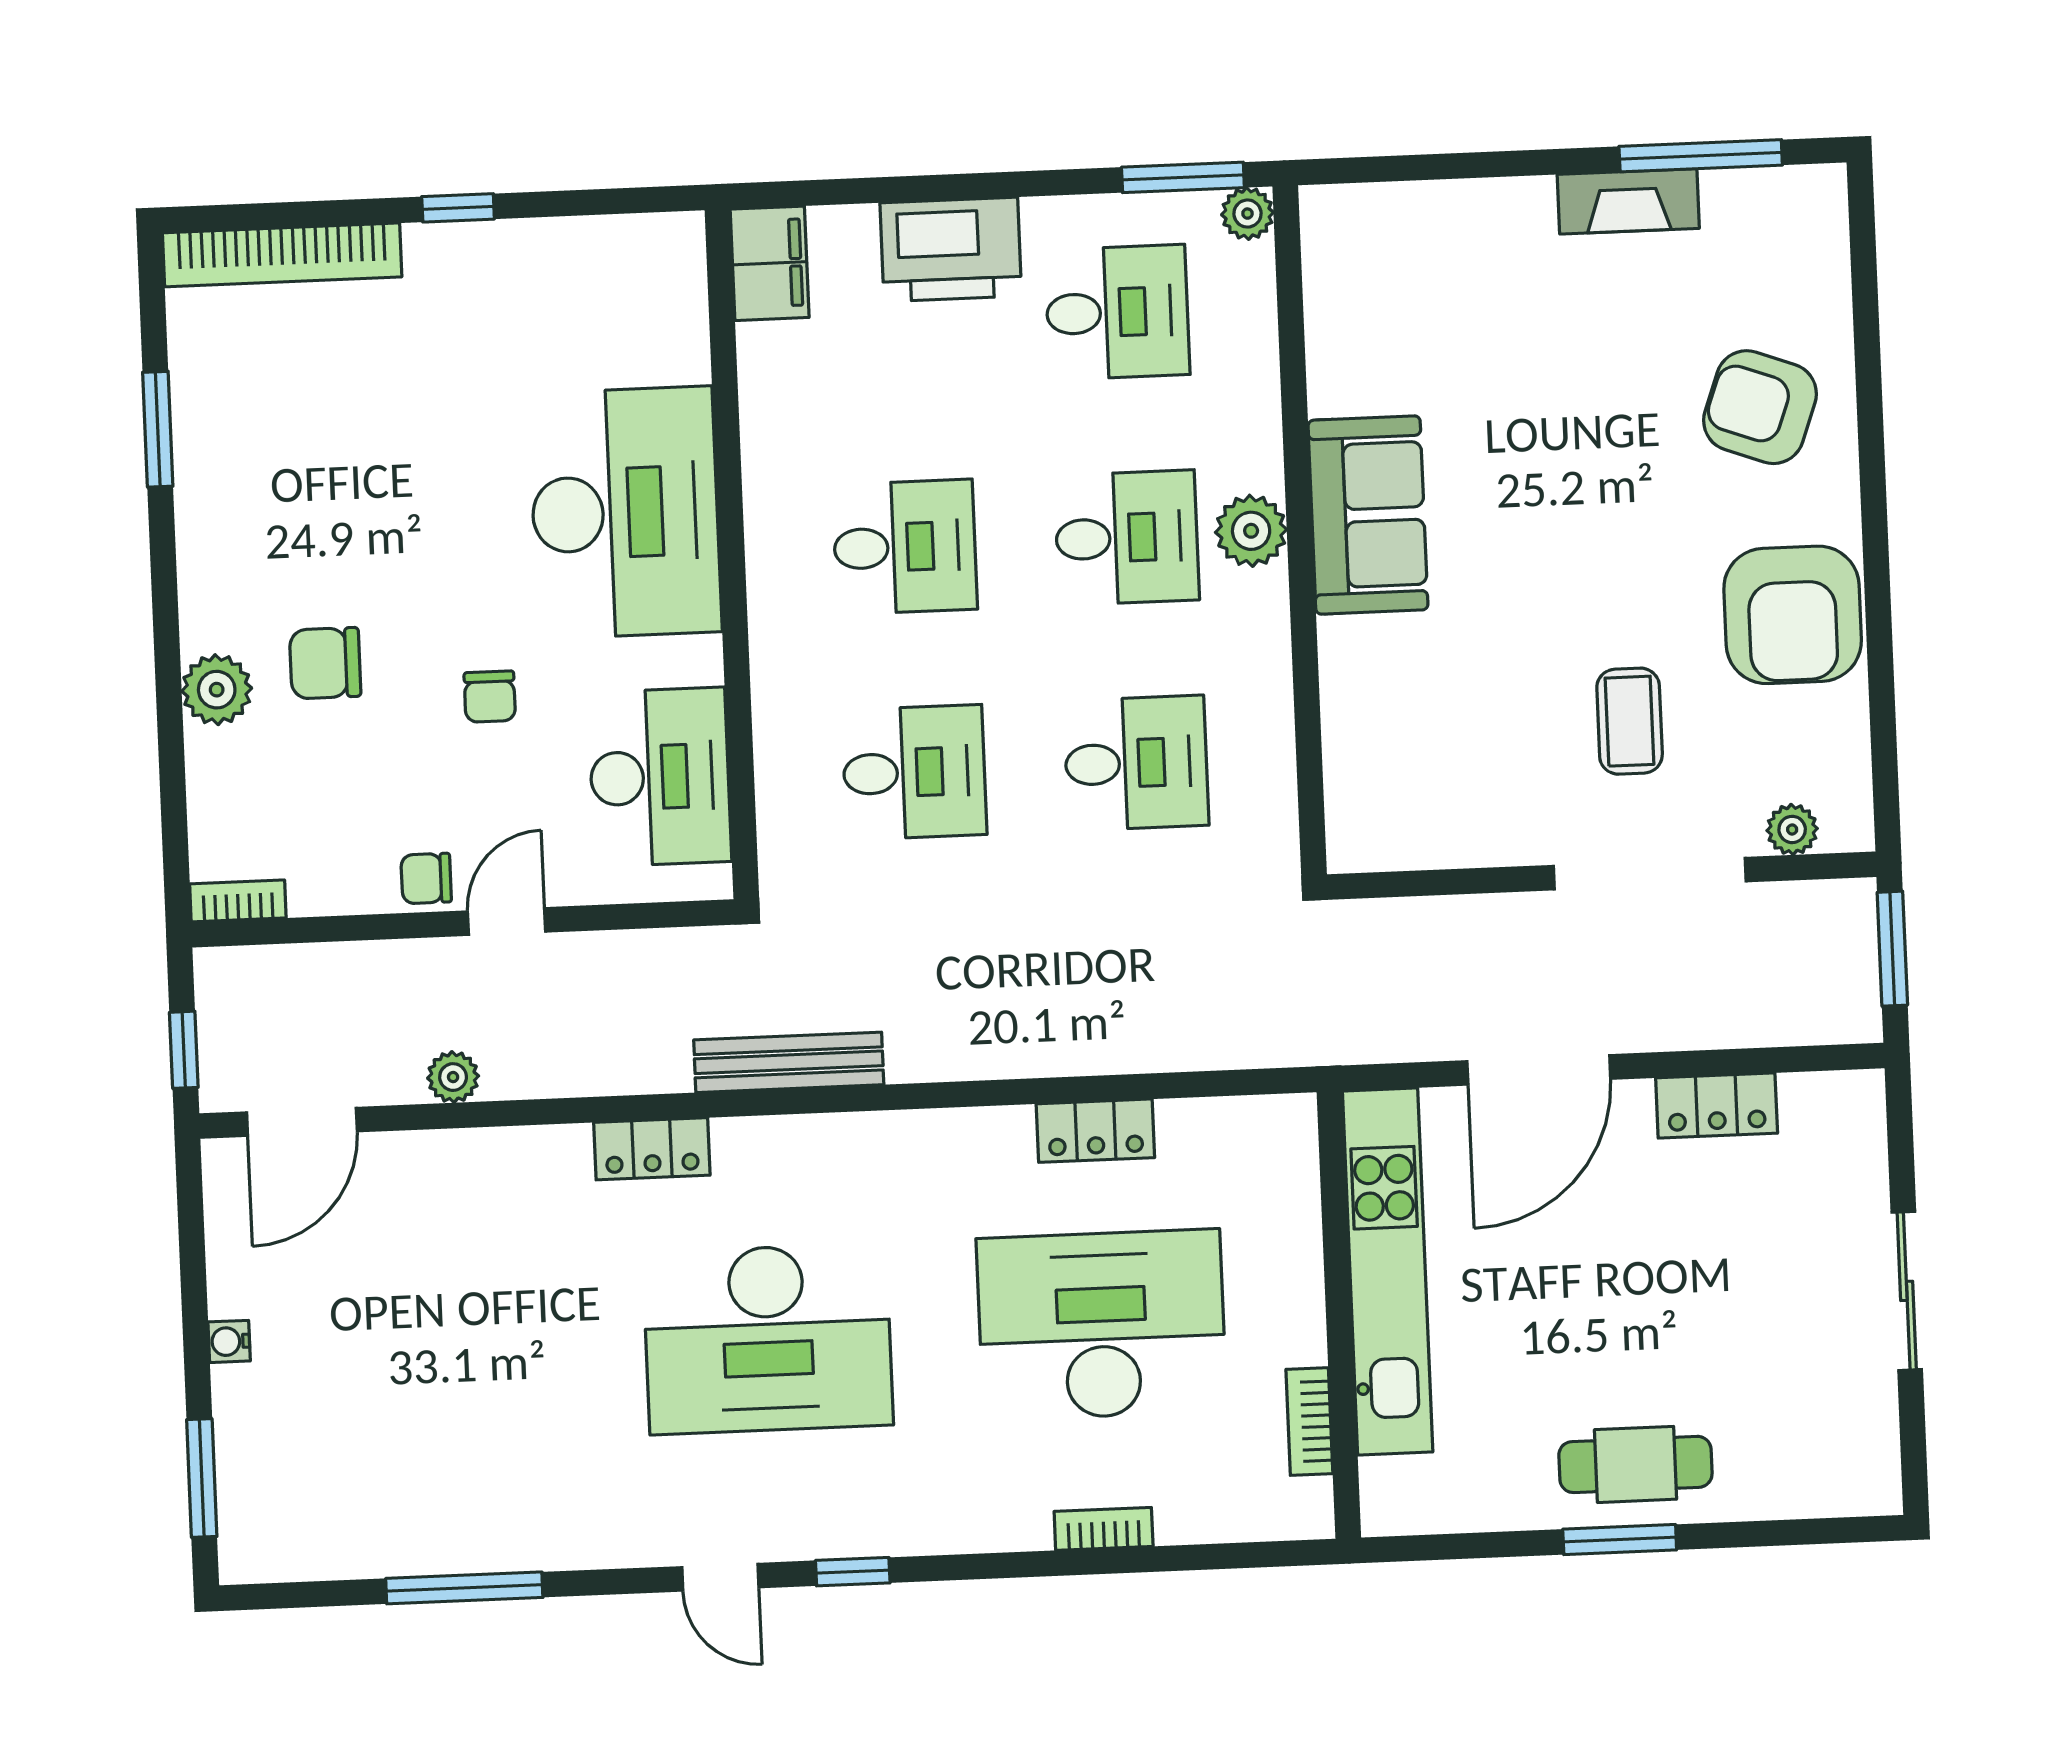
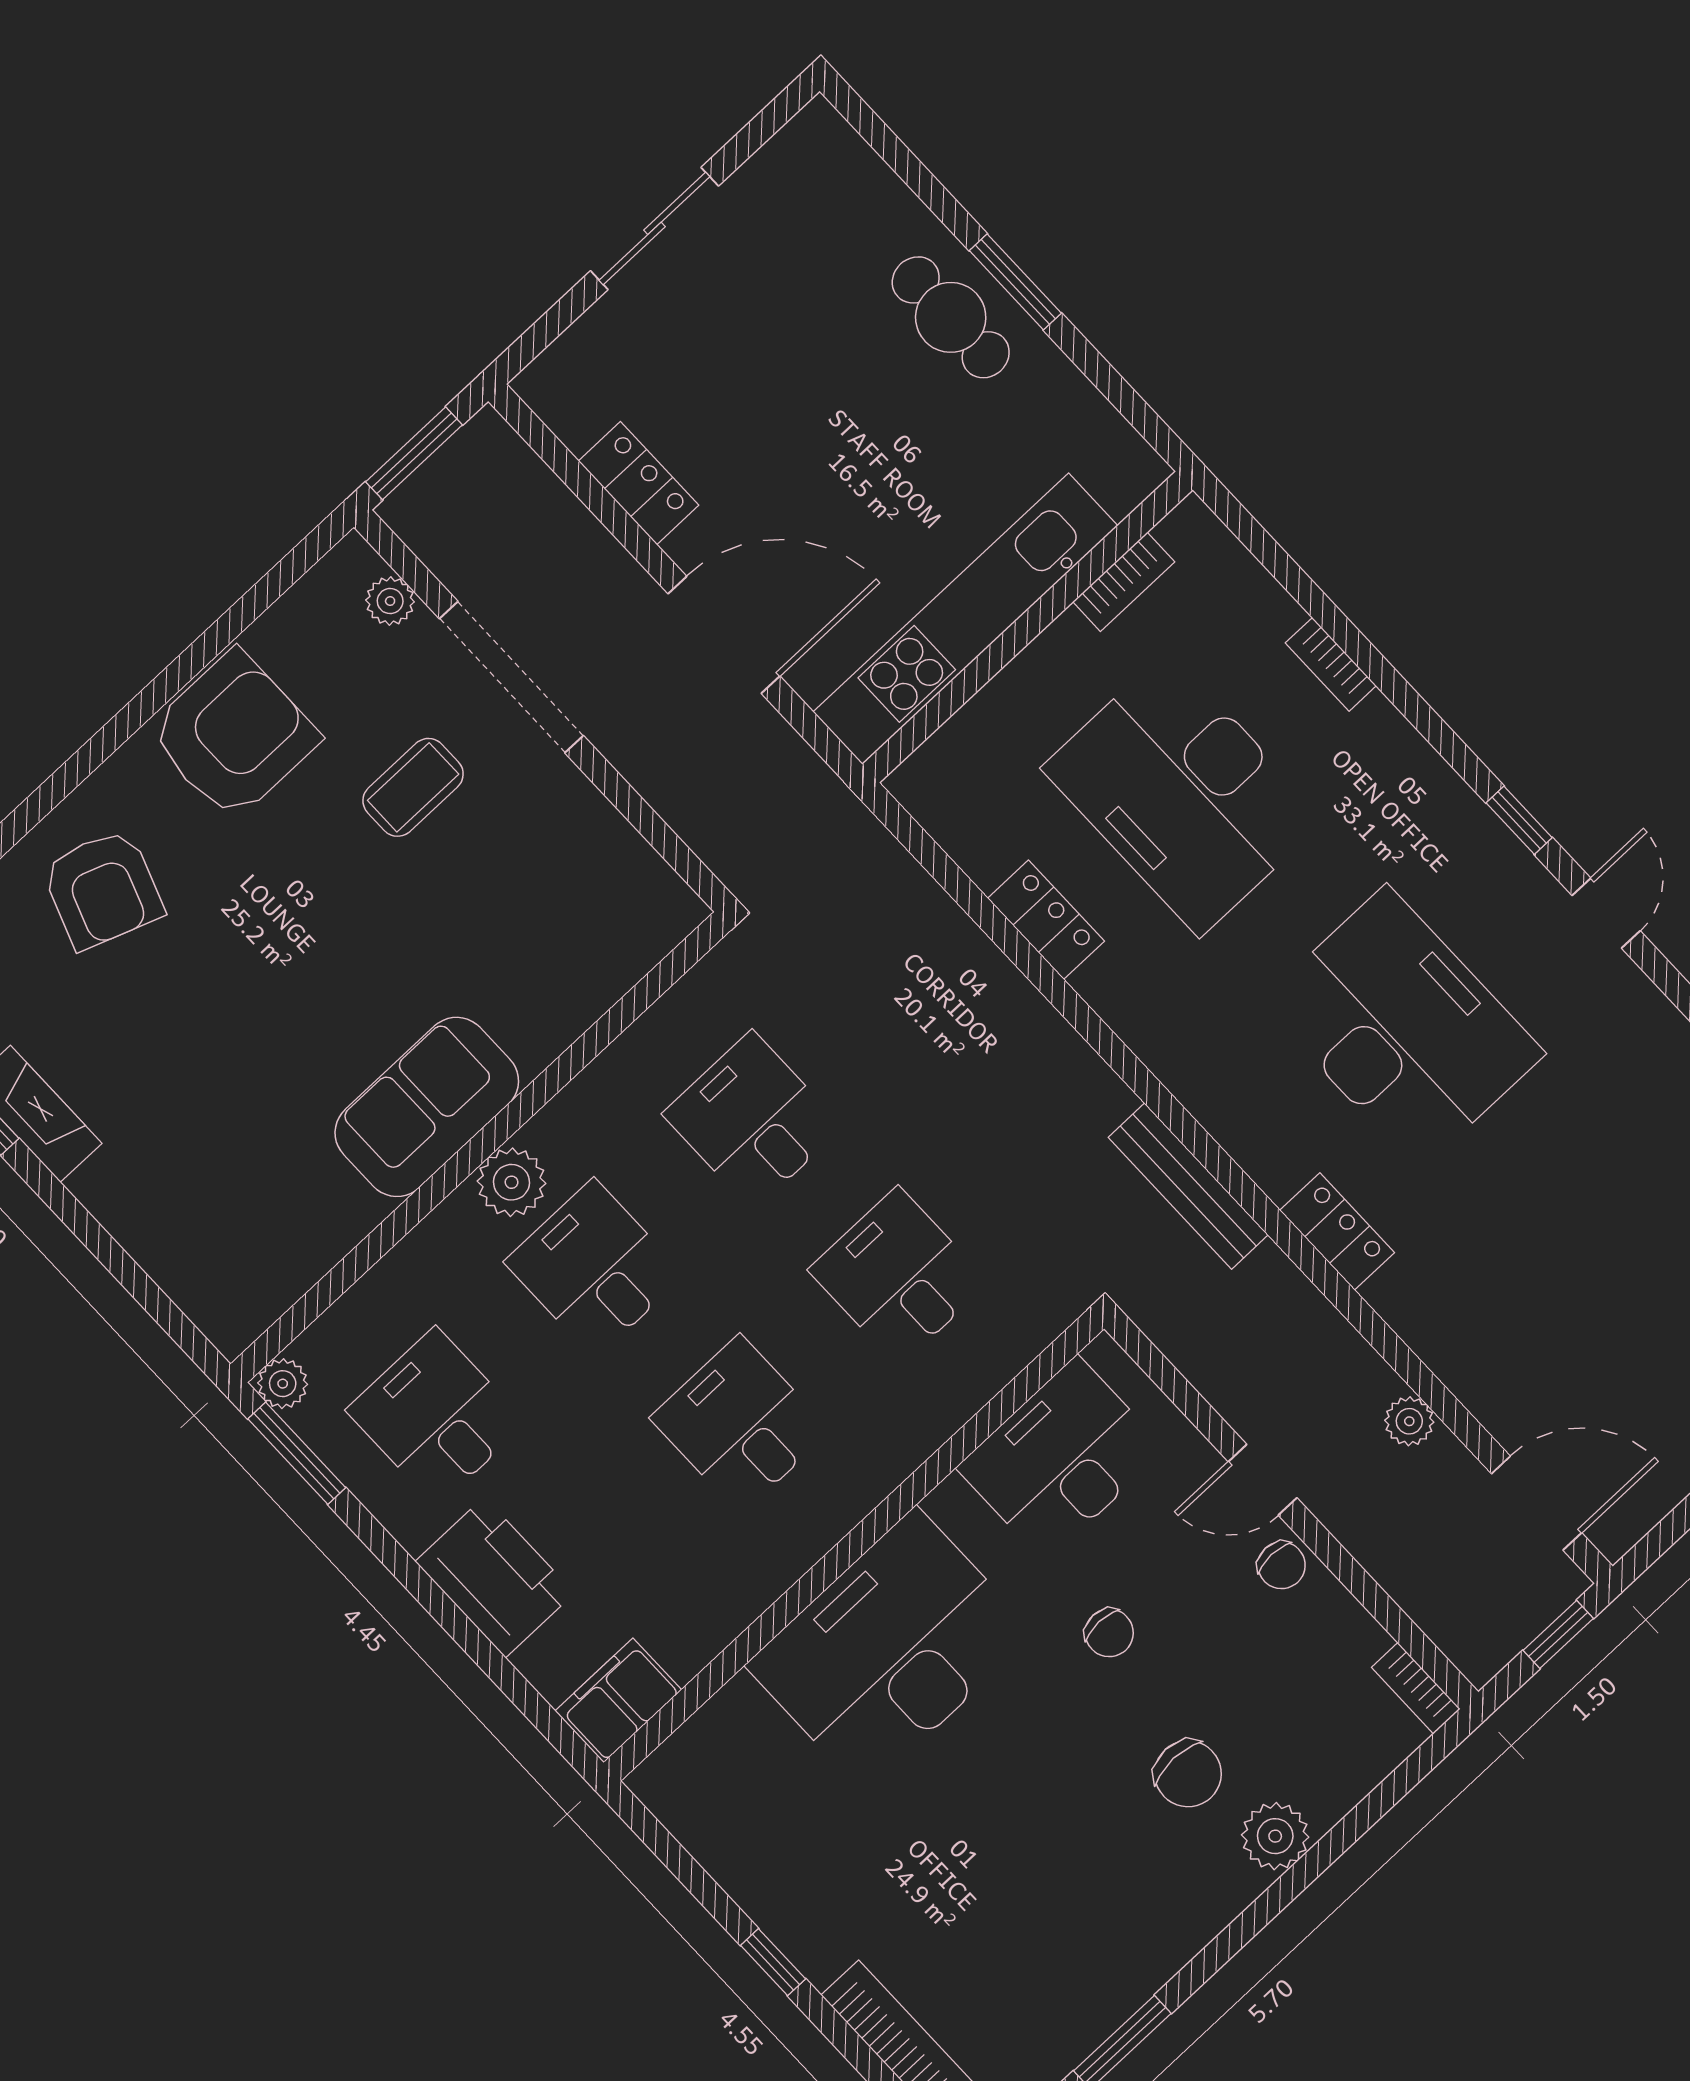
chair: (490, 697) -> (1109, 1633), turned 90

